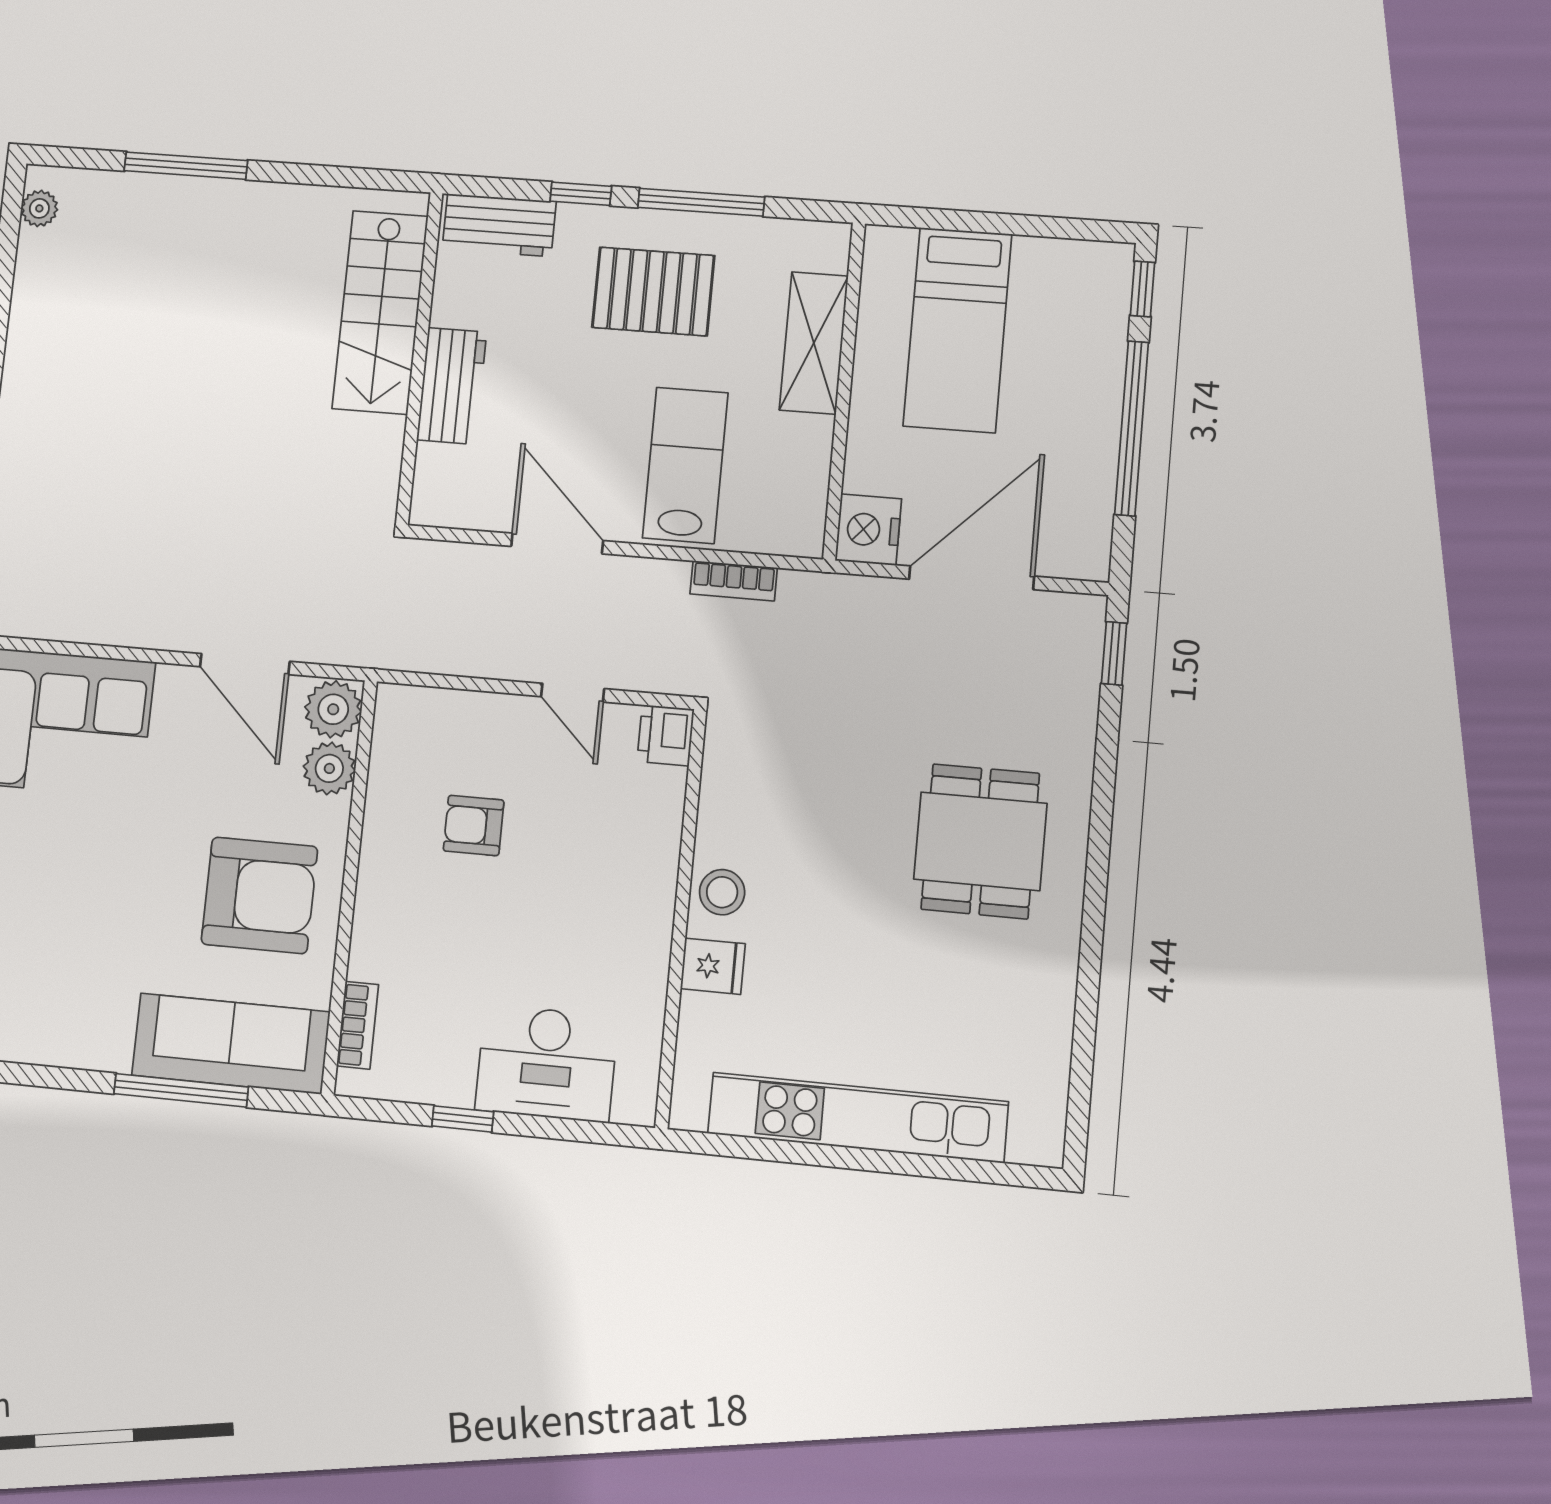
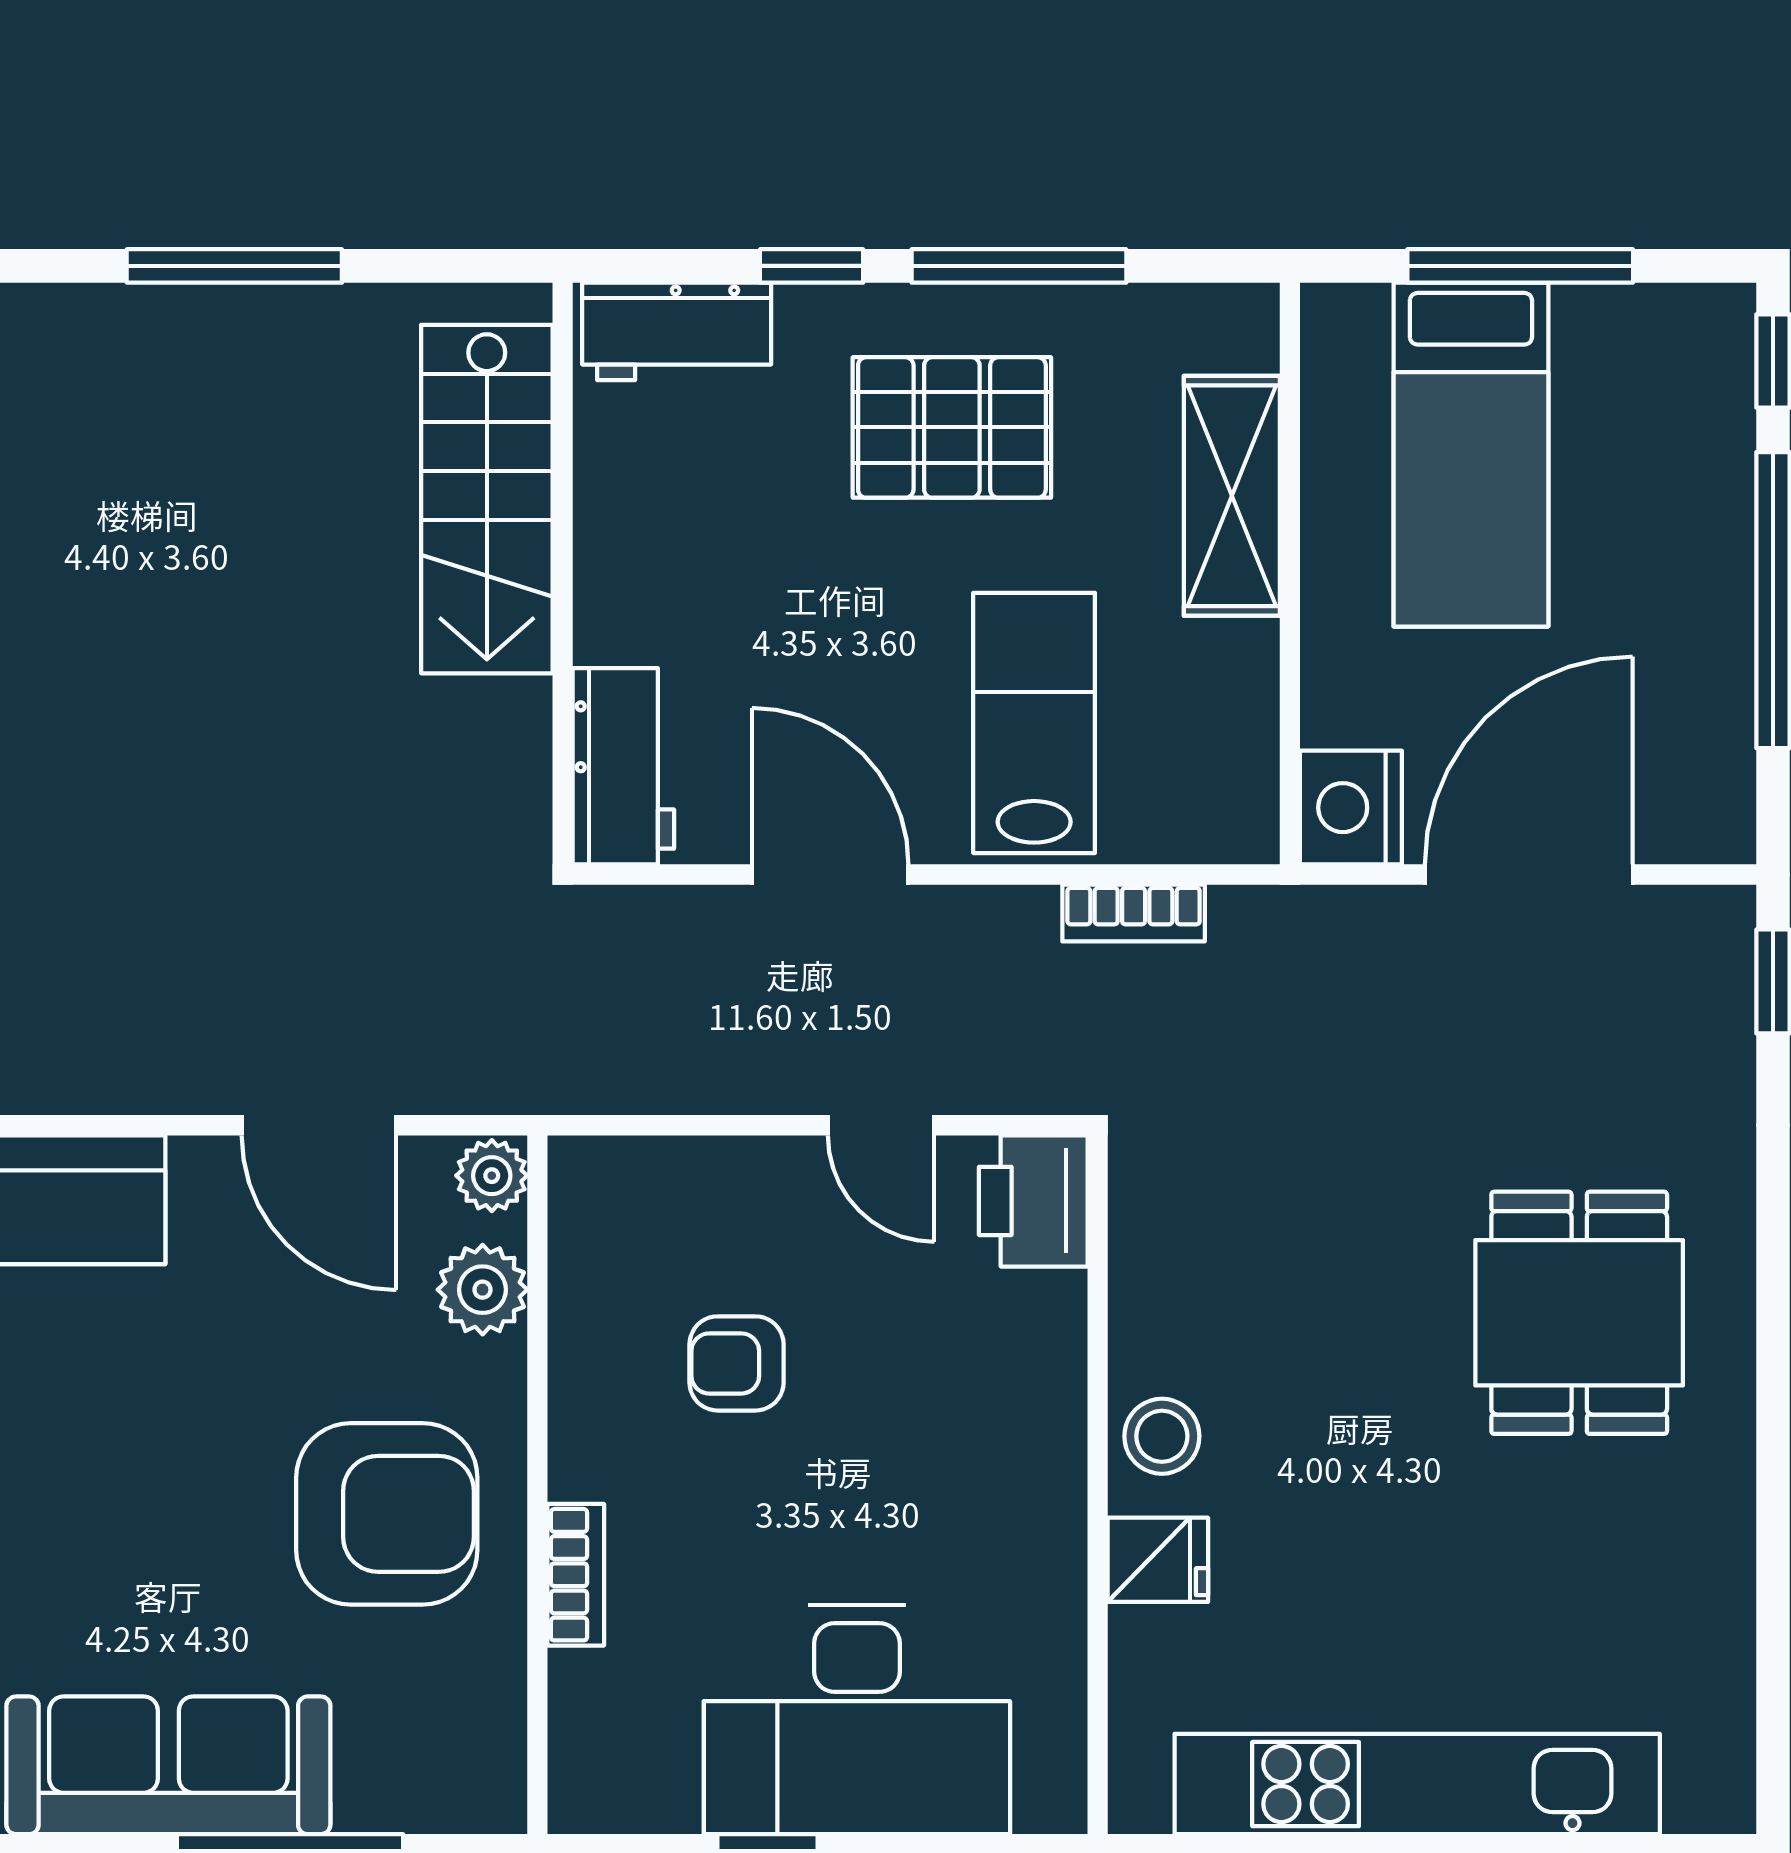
window: (186, 166) -> (234, 266), moved
window: (996, 223) -> (1520, 266), added
workbench: (452, 386) -> (623, 766), moved
plant: (333, 709) -> (492, 1176), width x0.73, depth x0.73
printer: (666, 735) -> (1033, 1201), width x1.36, depth x1.24
bookcase: (358, 1025) -> (576, 1575), moved
sofa: (231, 1044) -> (168, 1765), moved
desk: (547, 1063) -> (857, 1720), width x1.36, depth x1.30

